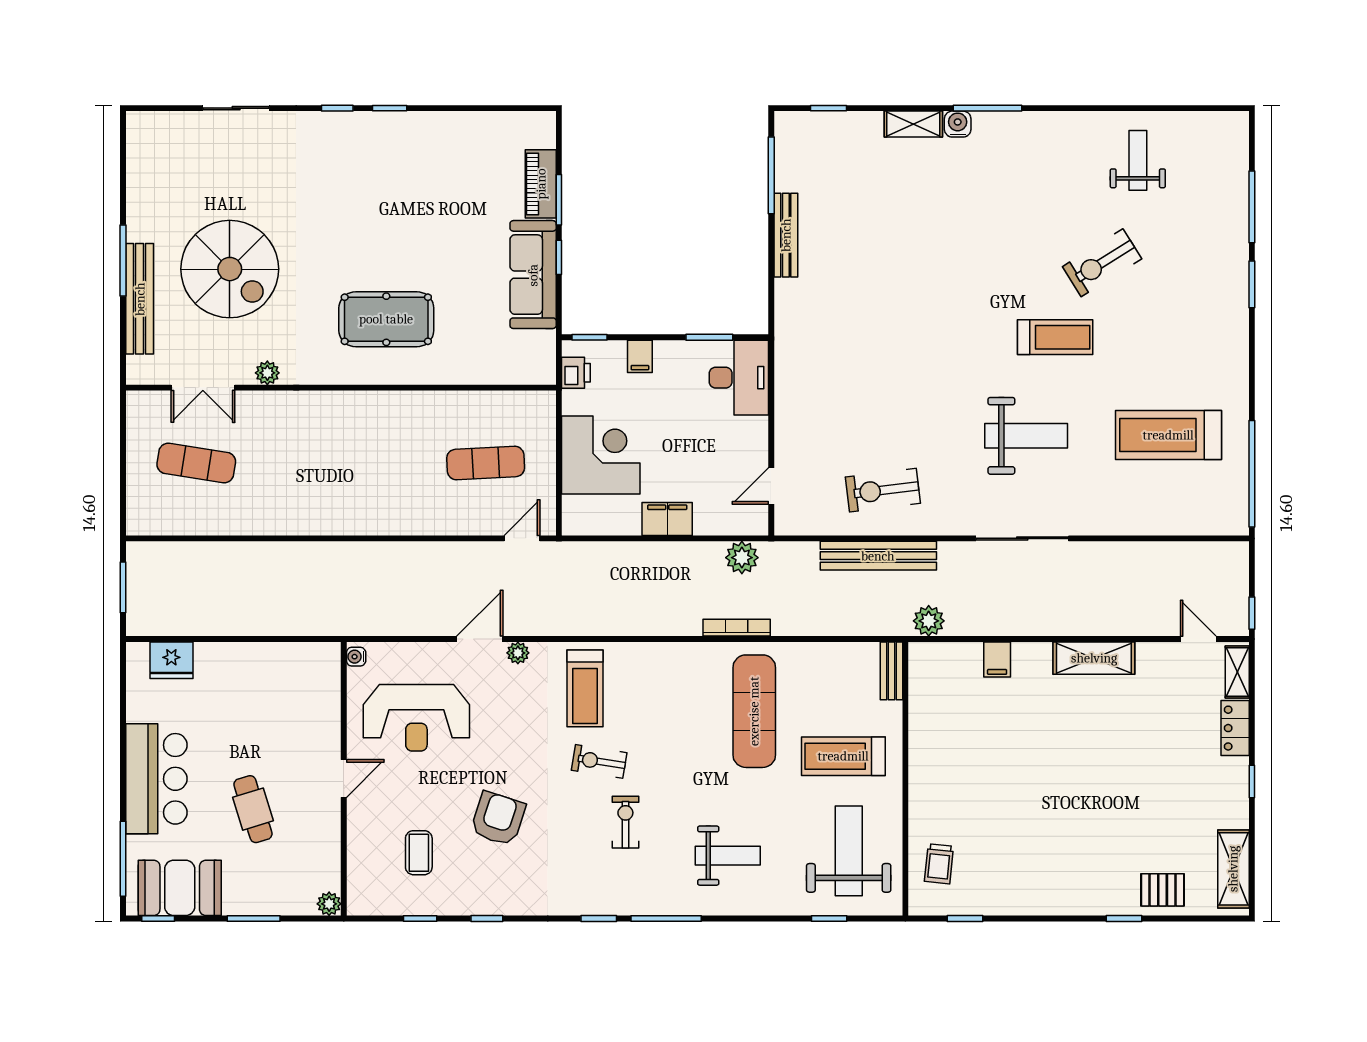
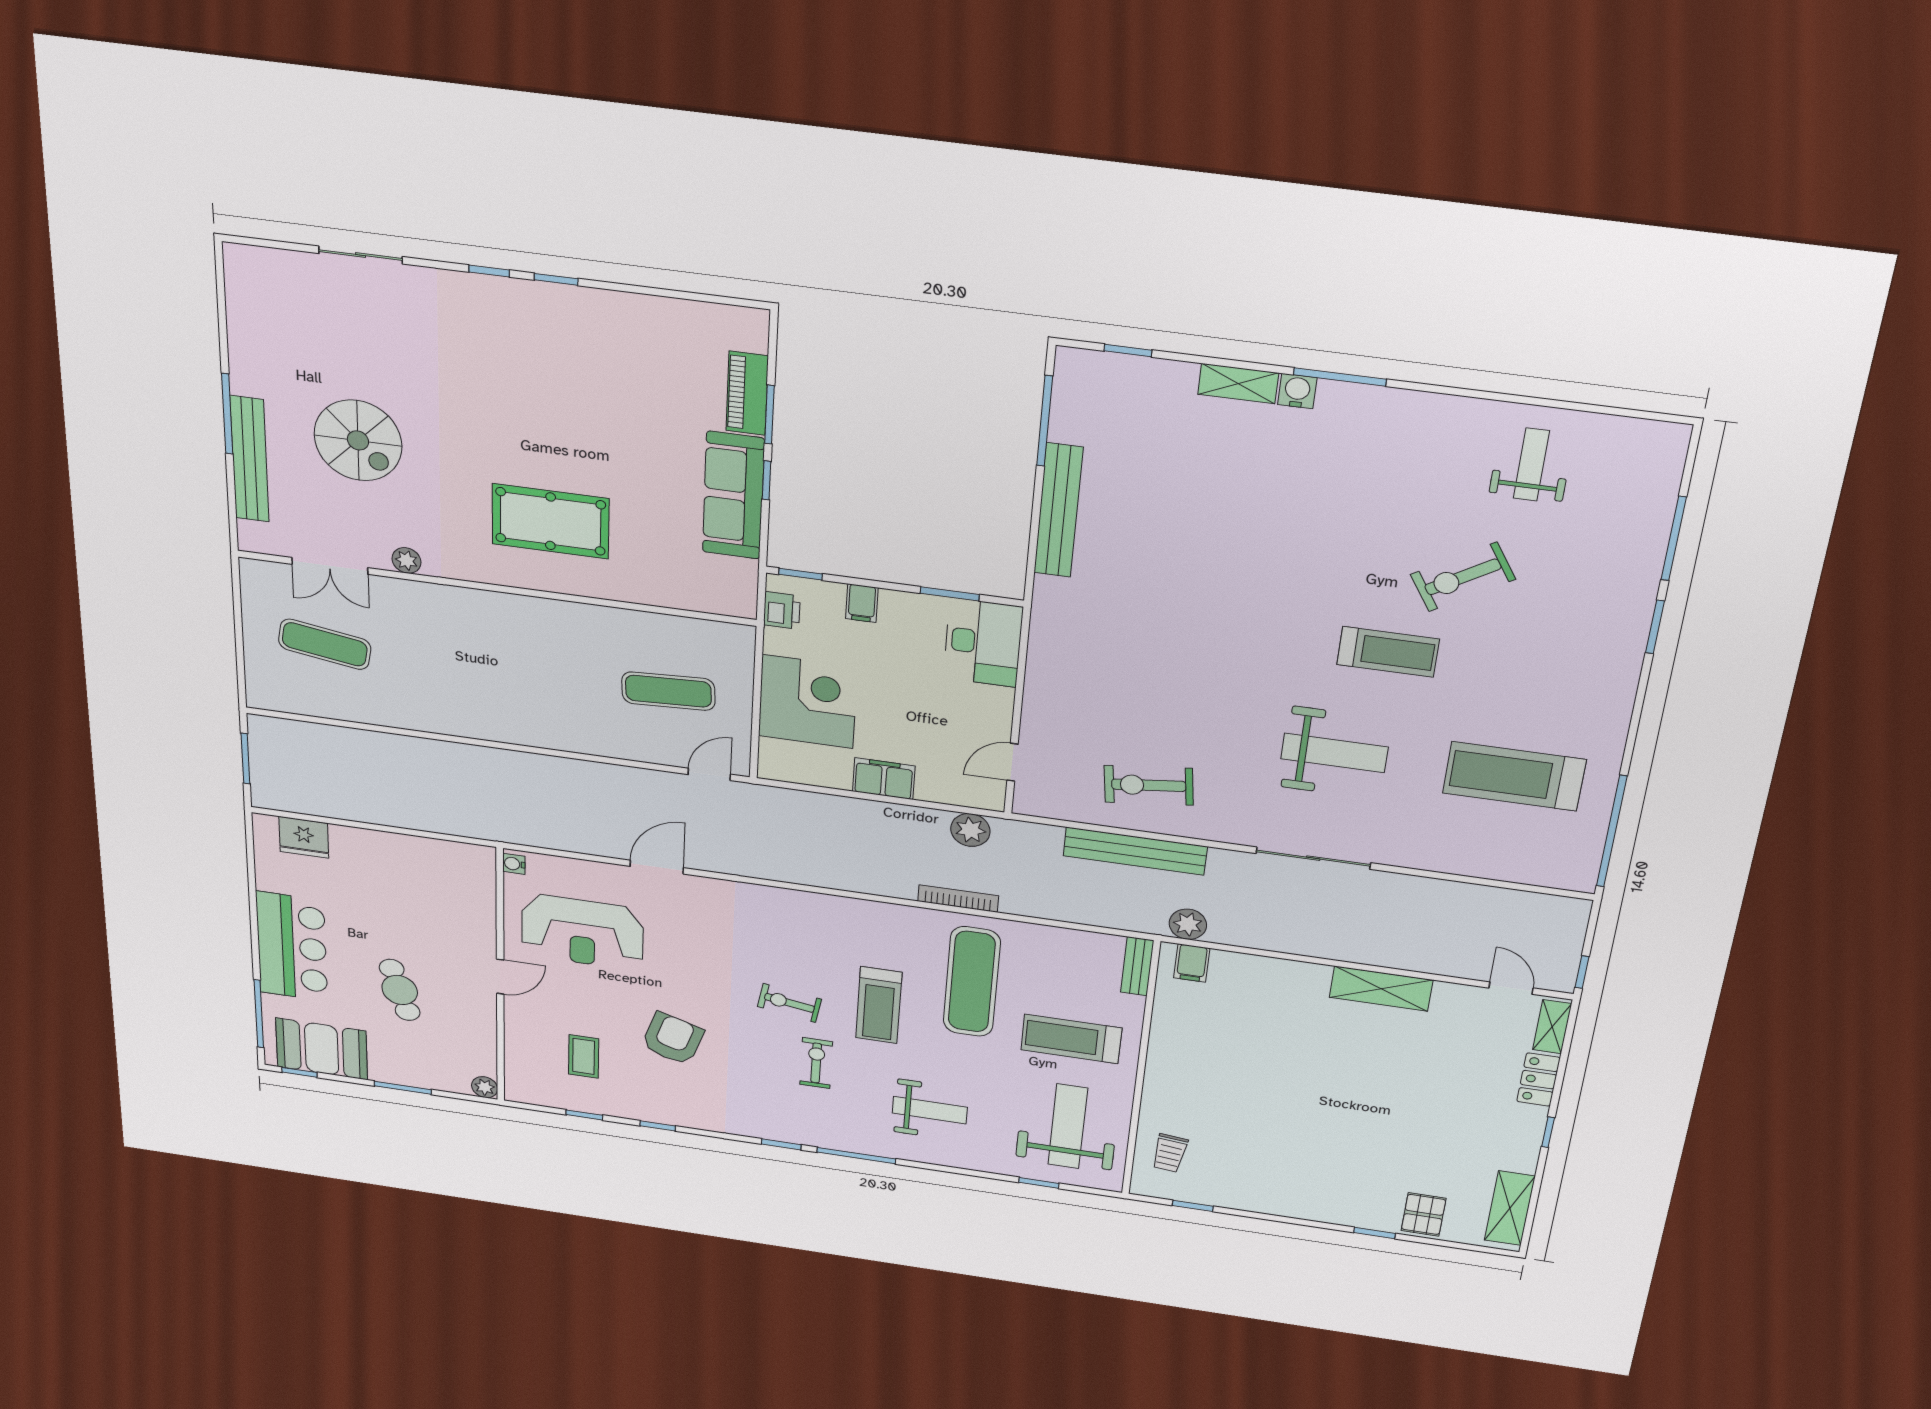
bench: (786, 235) -> (1058, 510), width x1.37, depth x1.21
spiral stairs: (230, 269) -> (358, 440), width x0.73, depth x0.73
plant: (518, 653) -> (700, 887), removed
filing cabinet: (997, 660) -> (1192, 963), moved
treadmill: (585, 688) -> (879, 1005), moved
pallet: (1163, 890) -> (1424, 1214), turned 90

